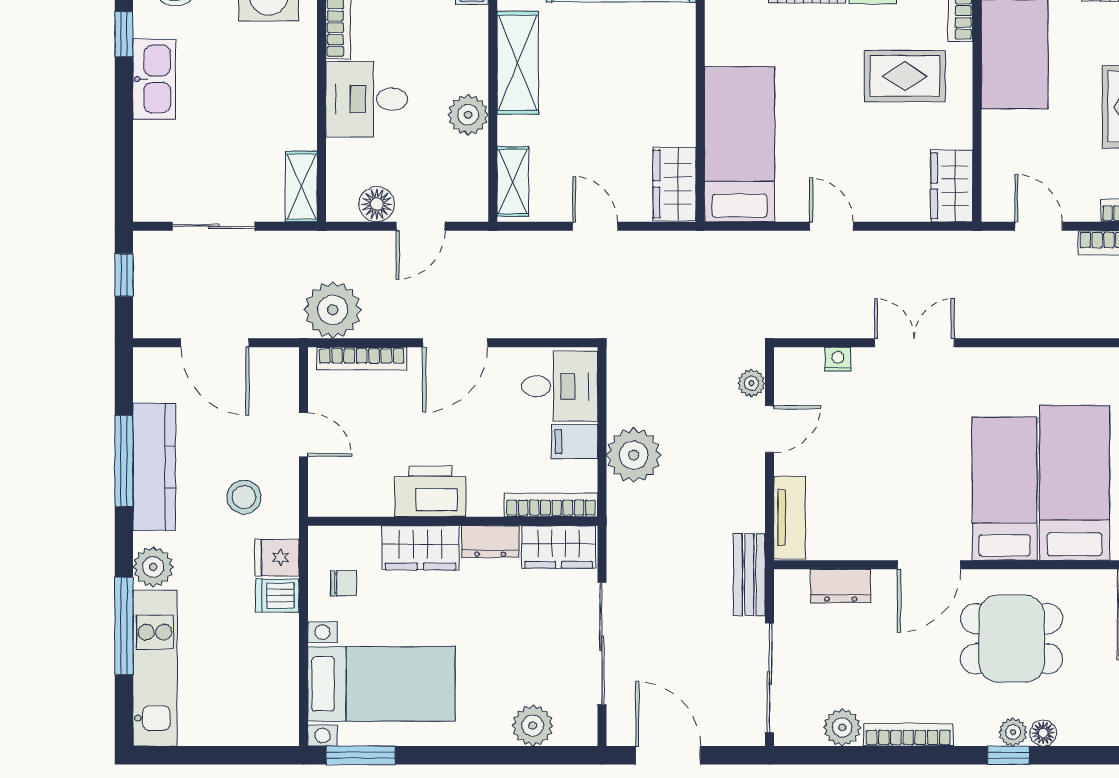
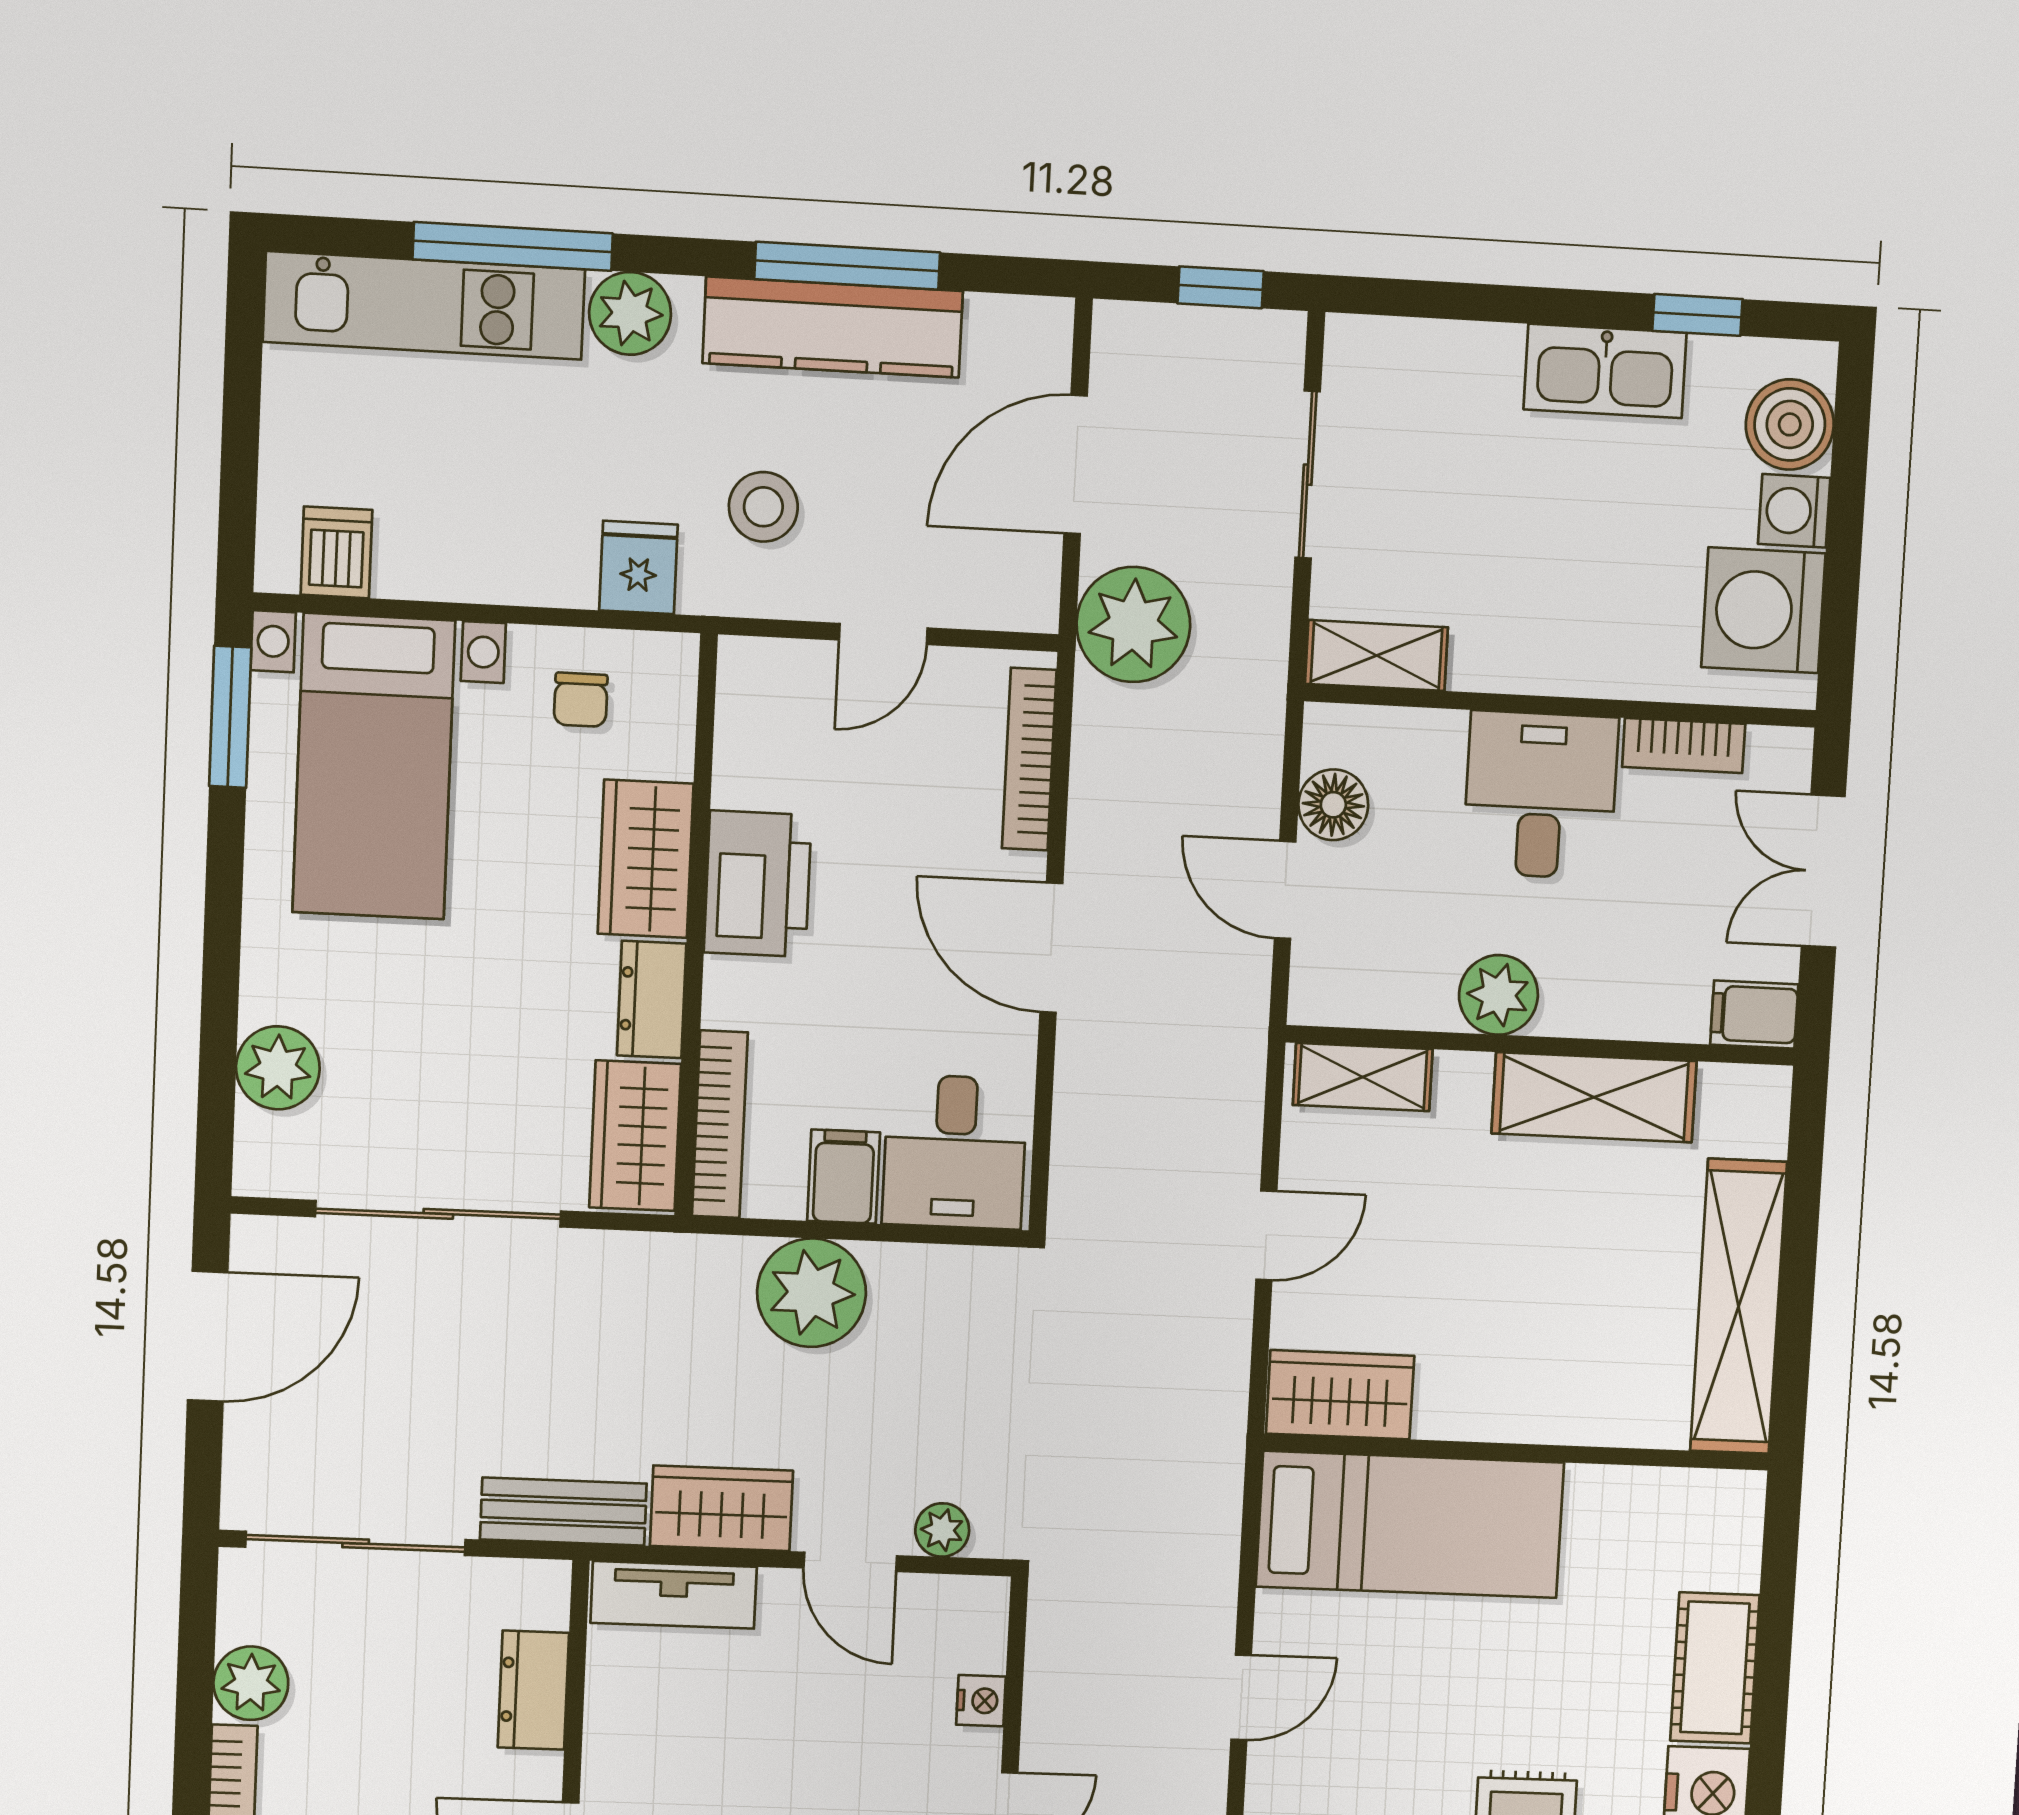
plant: (333, 310) -> (1133, 624), moved
wardrobe: (745, 495) -> (721, 1508), added
dishwasher: (277, 596) -> (337, 552), moved

